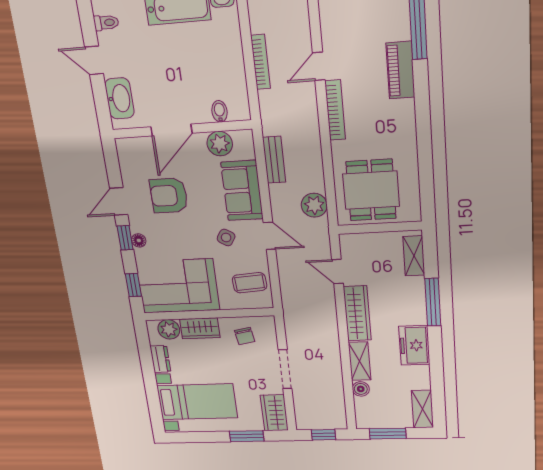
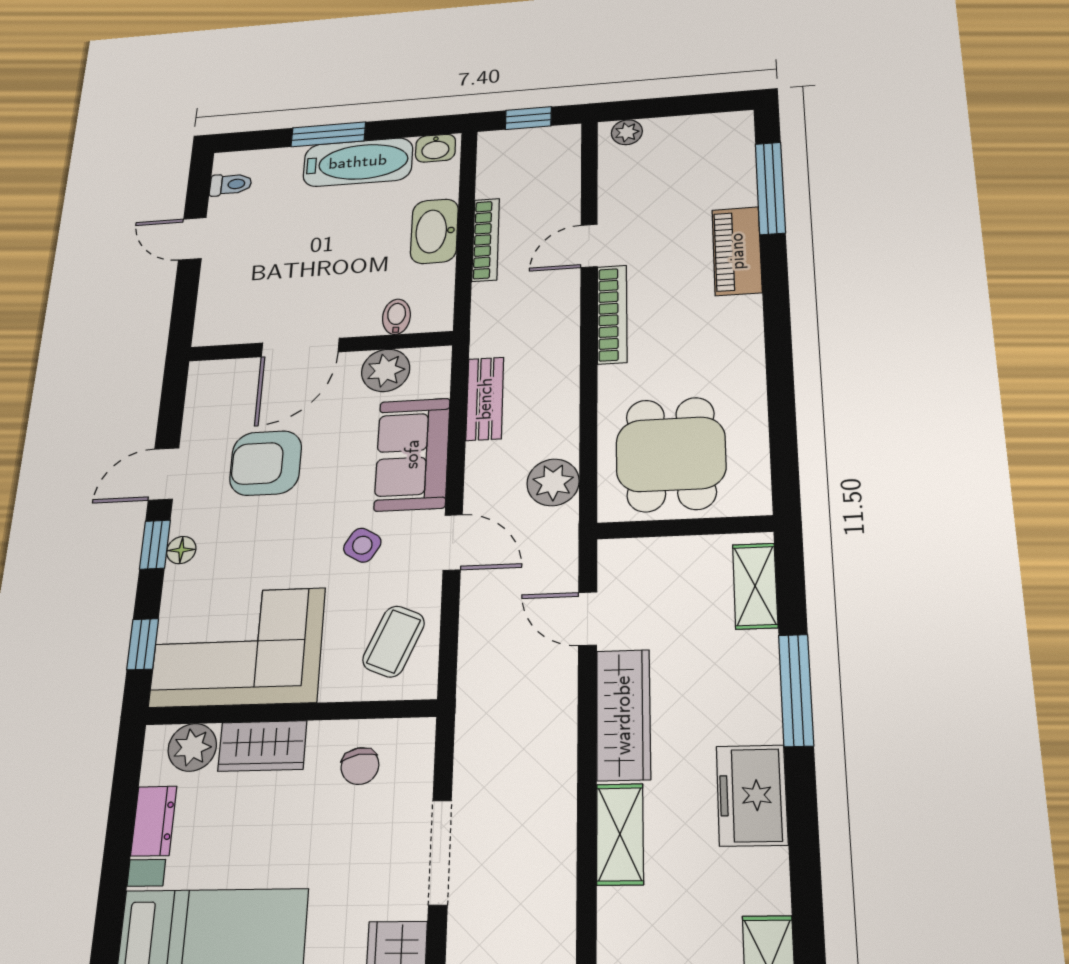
washbasin: (120, 98) -> (434, 231), moved, turned 180
coffee table: (250, 283) -> (394, 641), turned -63
boiler: (361, 389) -> (617, 910), removed

